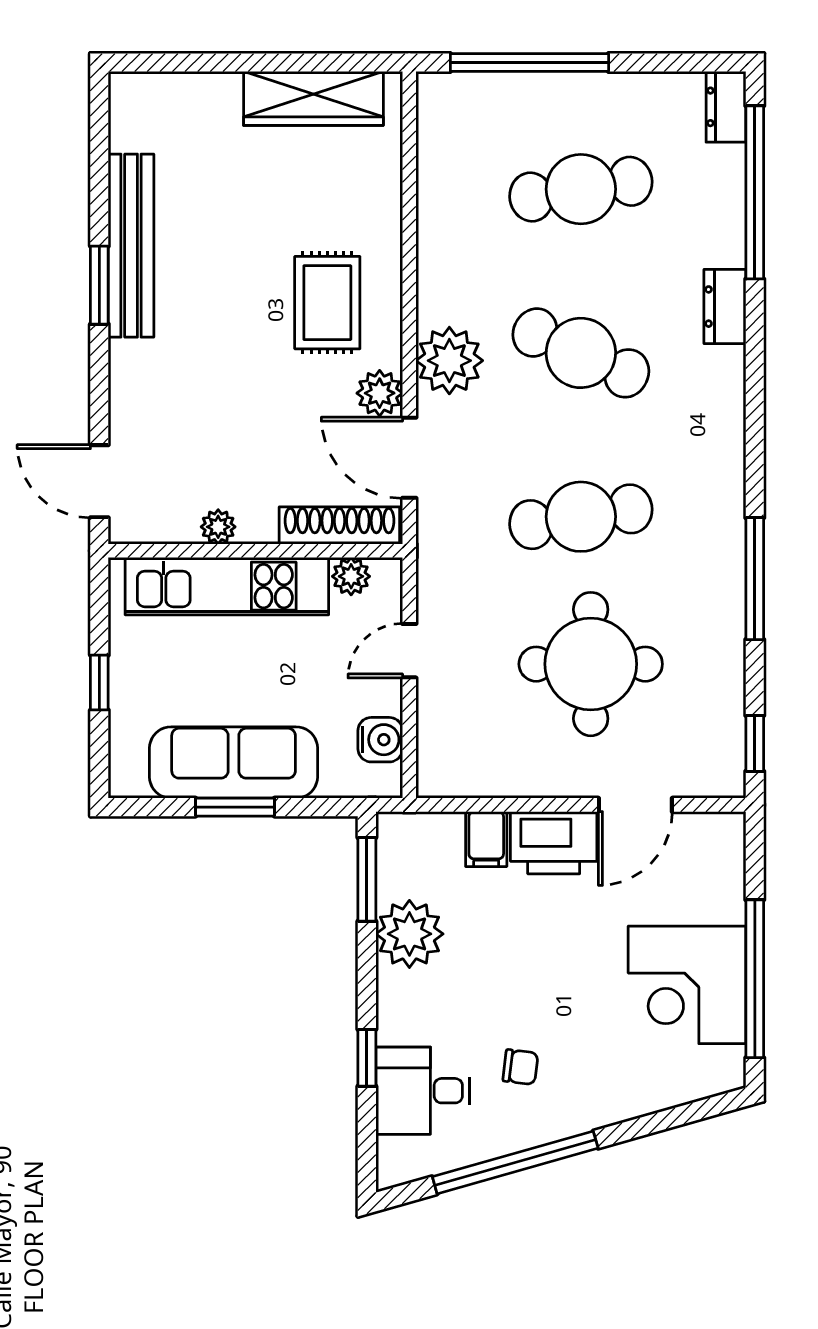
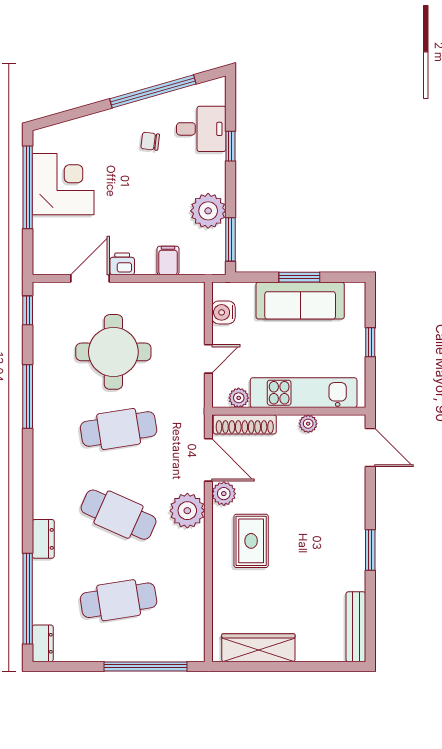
bench: (131, 246) -> (356, 627), moved, width x0.73, depth x0.82
printer: (554, 843) -> (122, 264), width x0.53, depth x0.68

